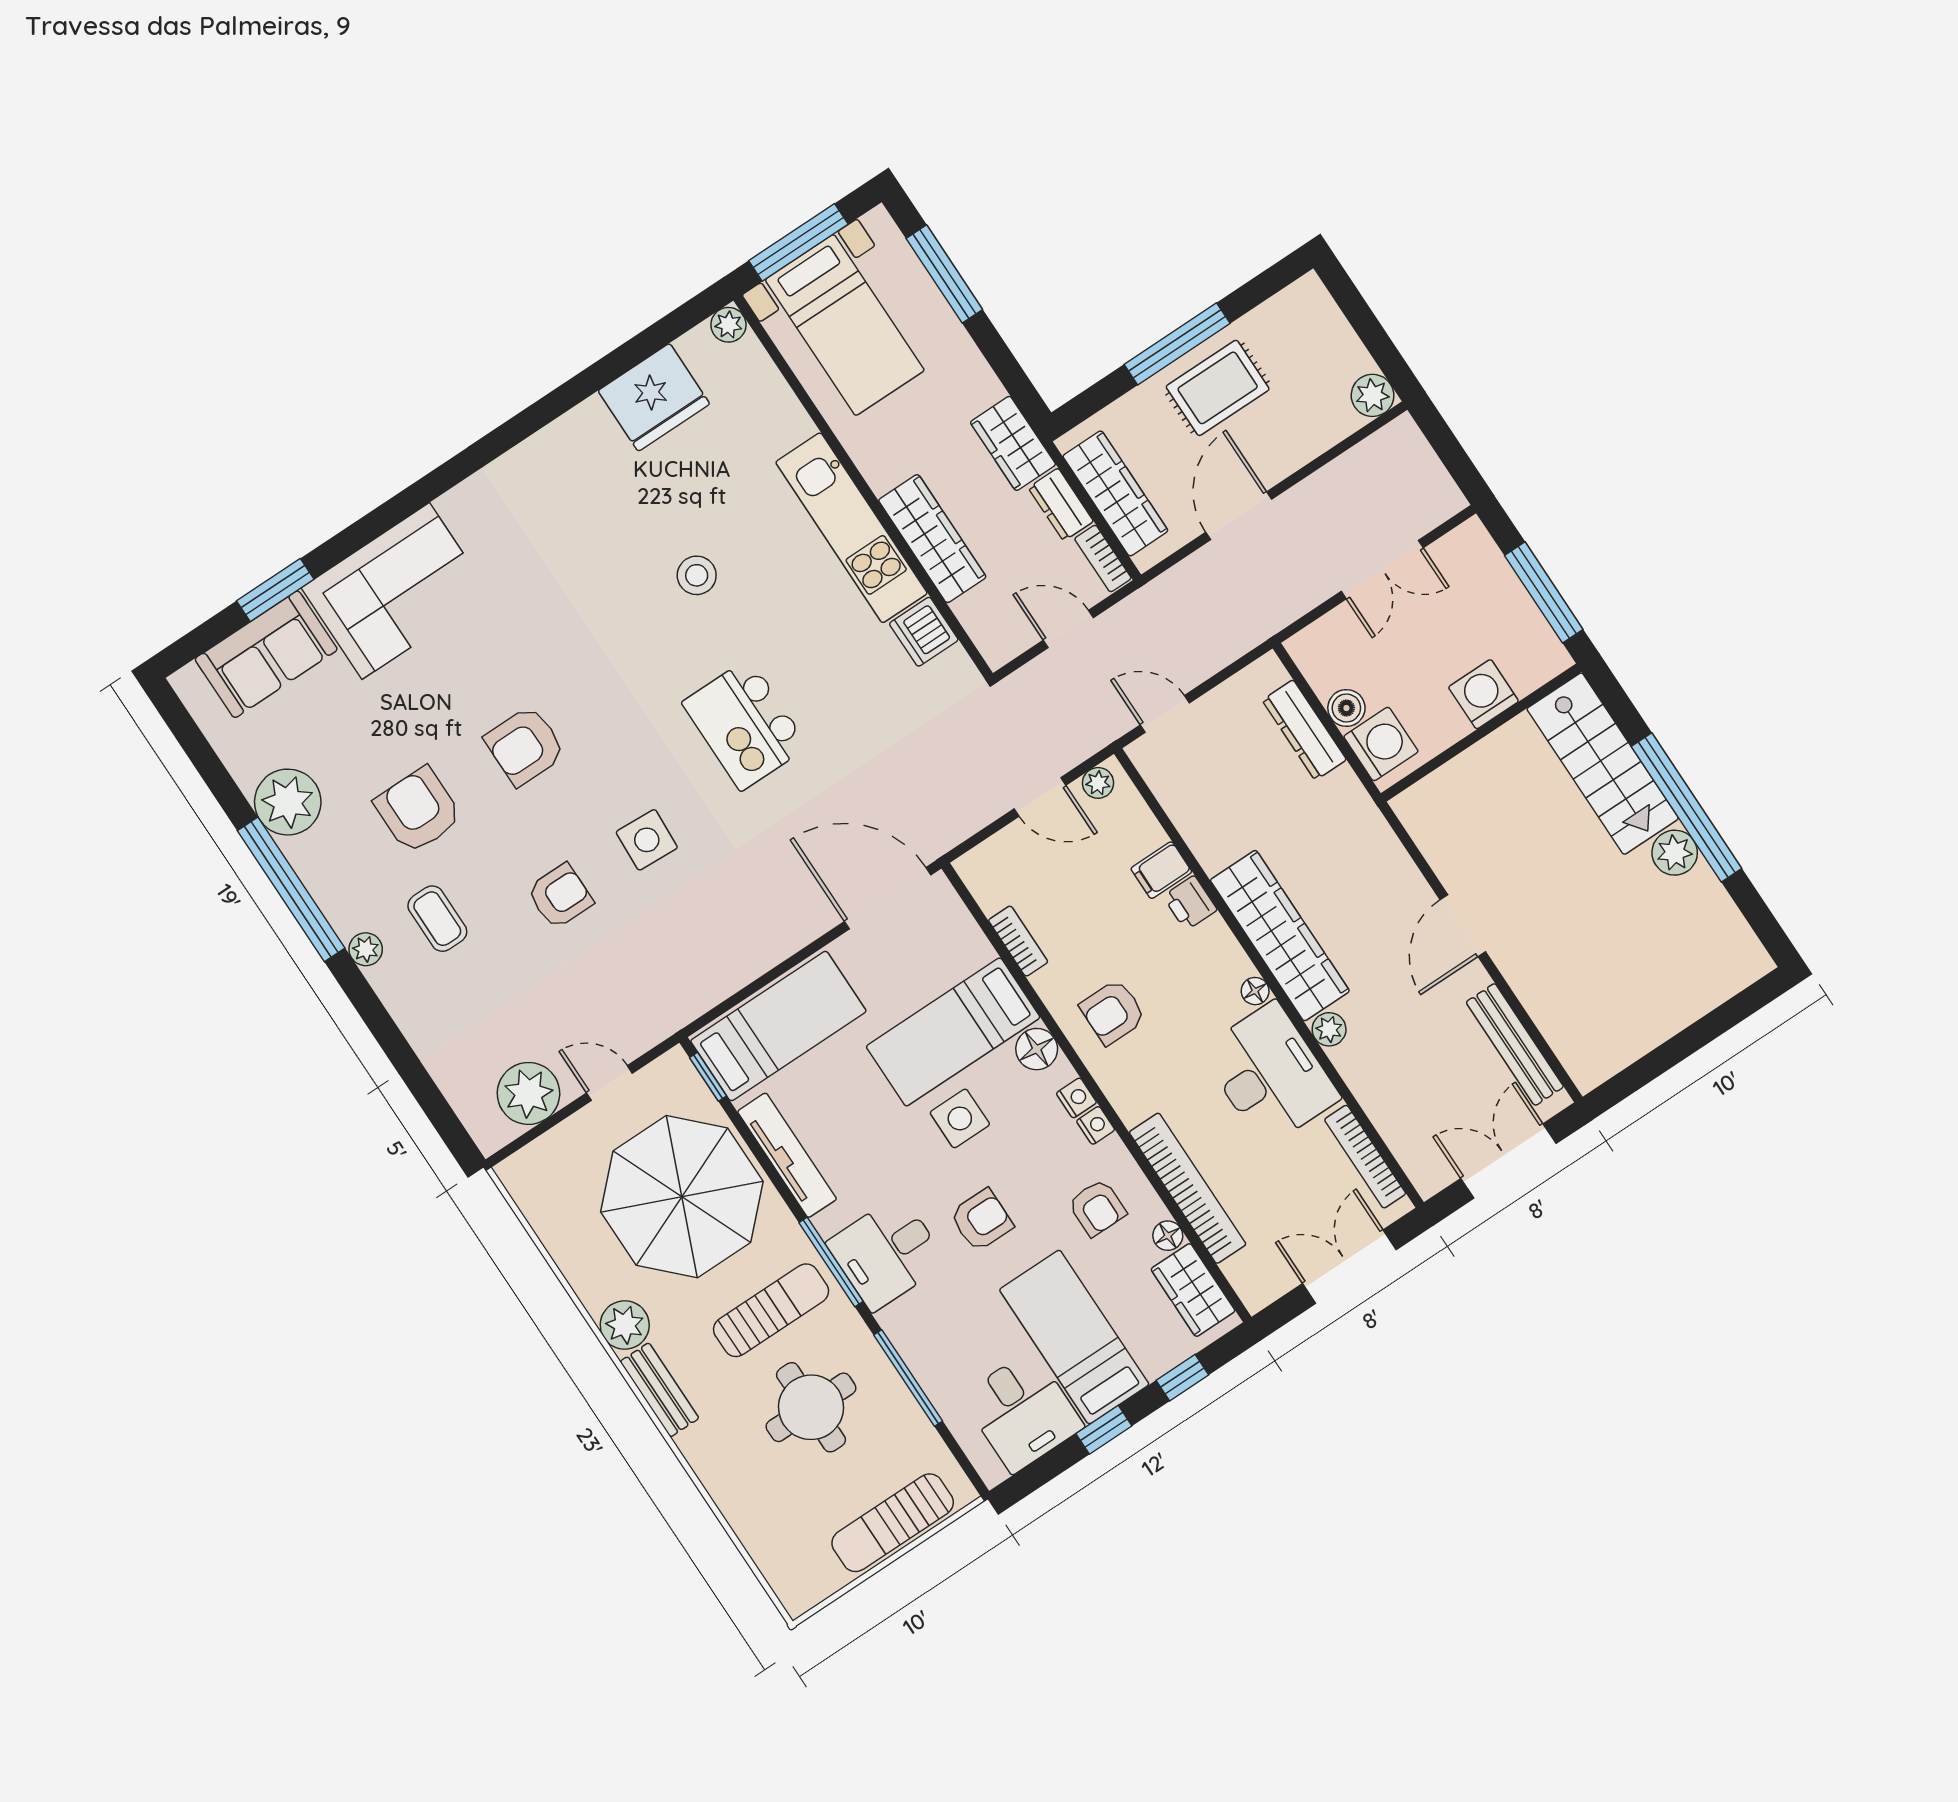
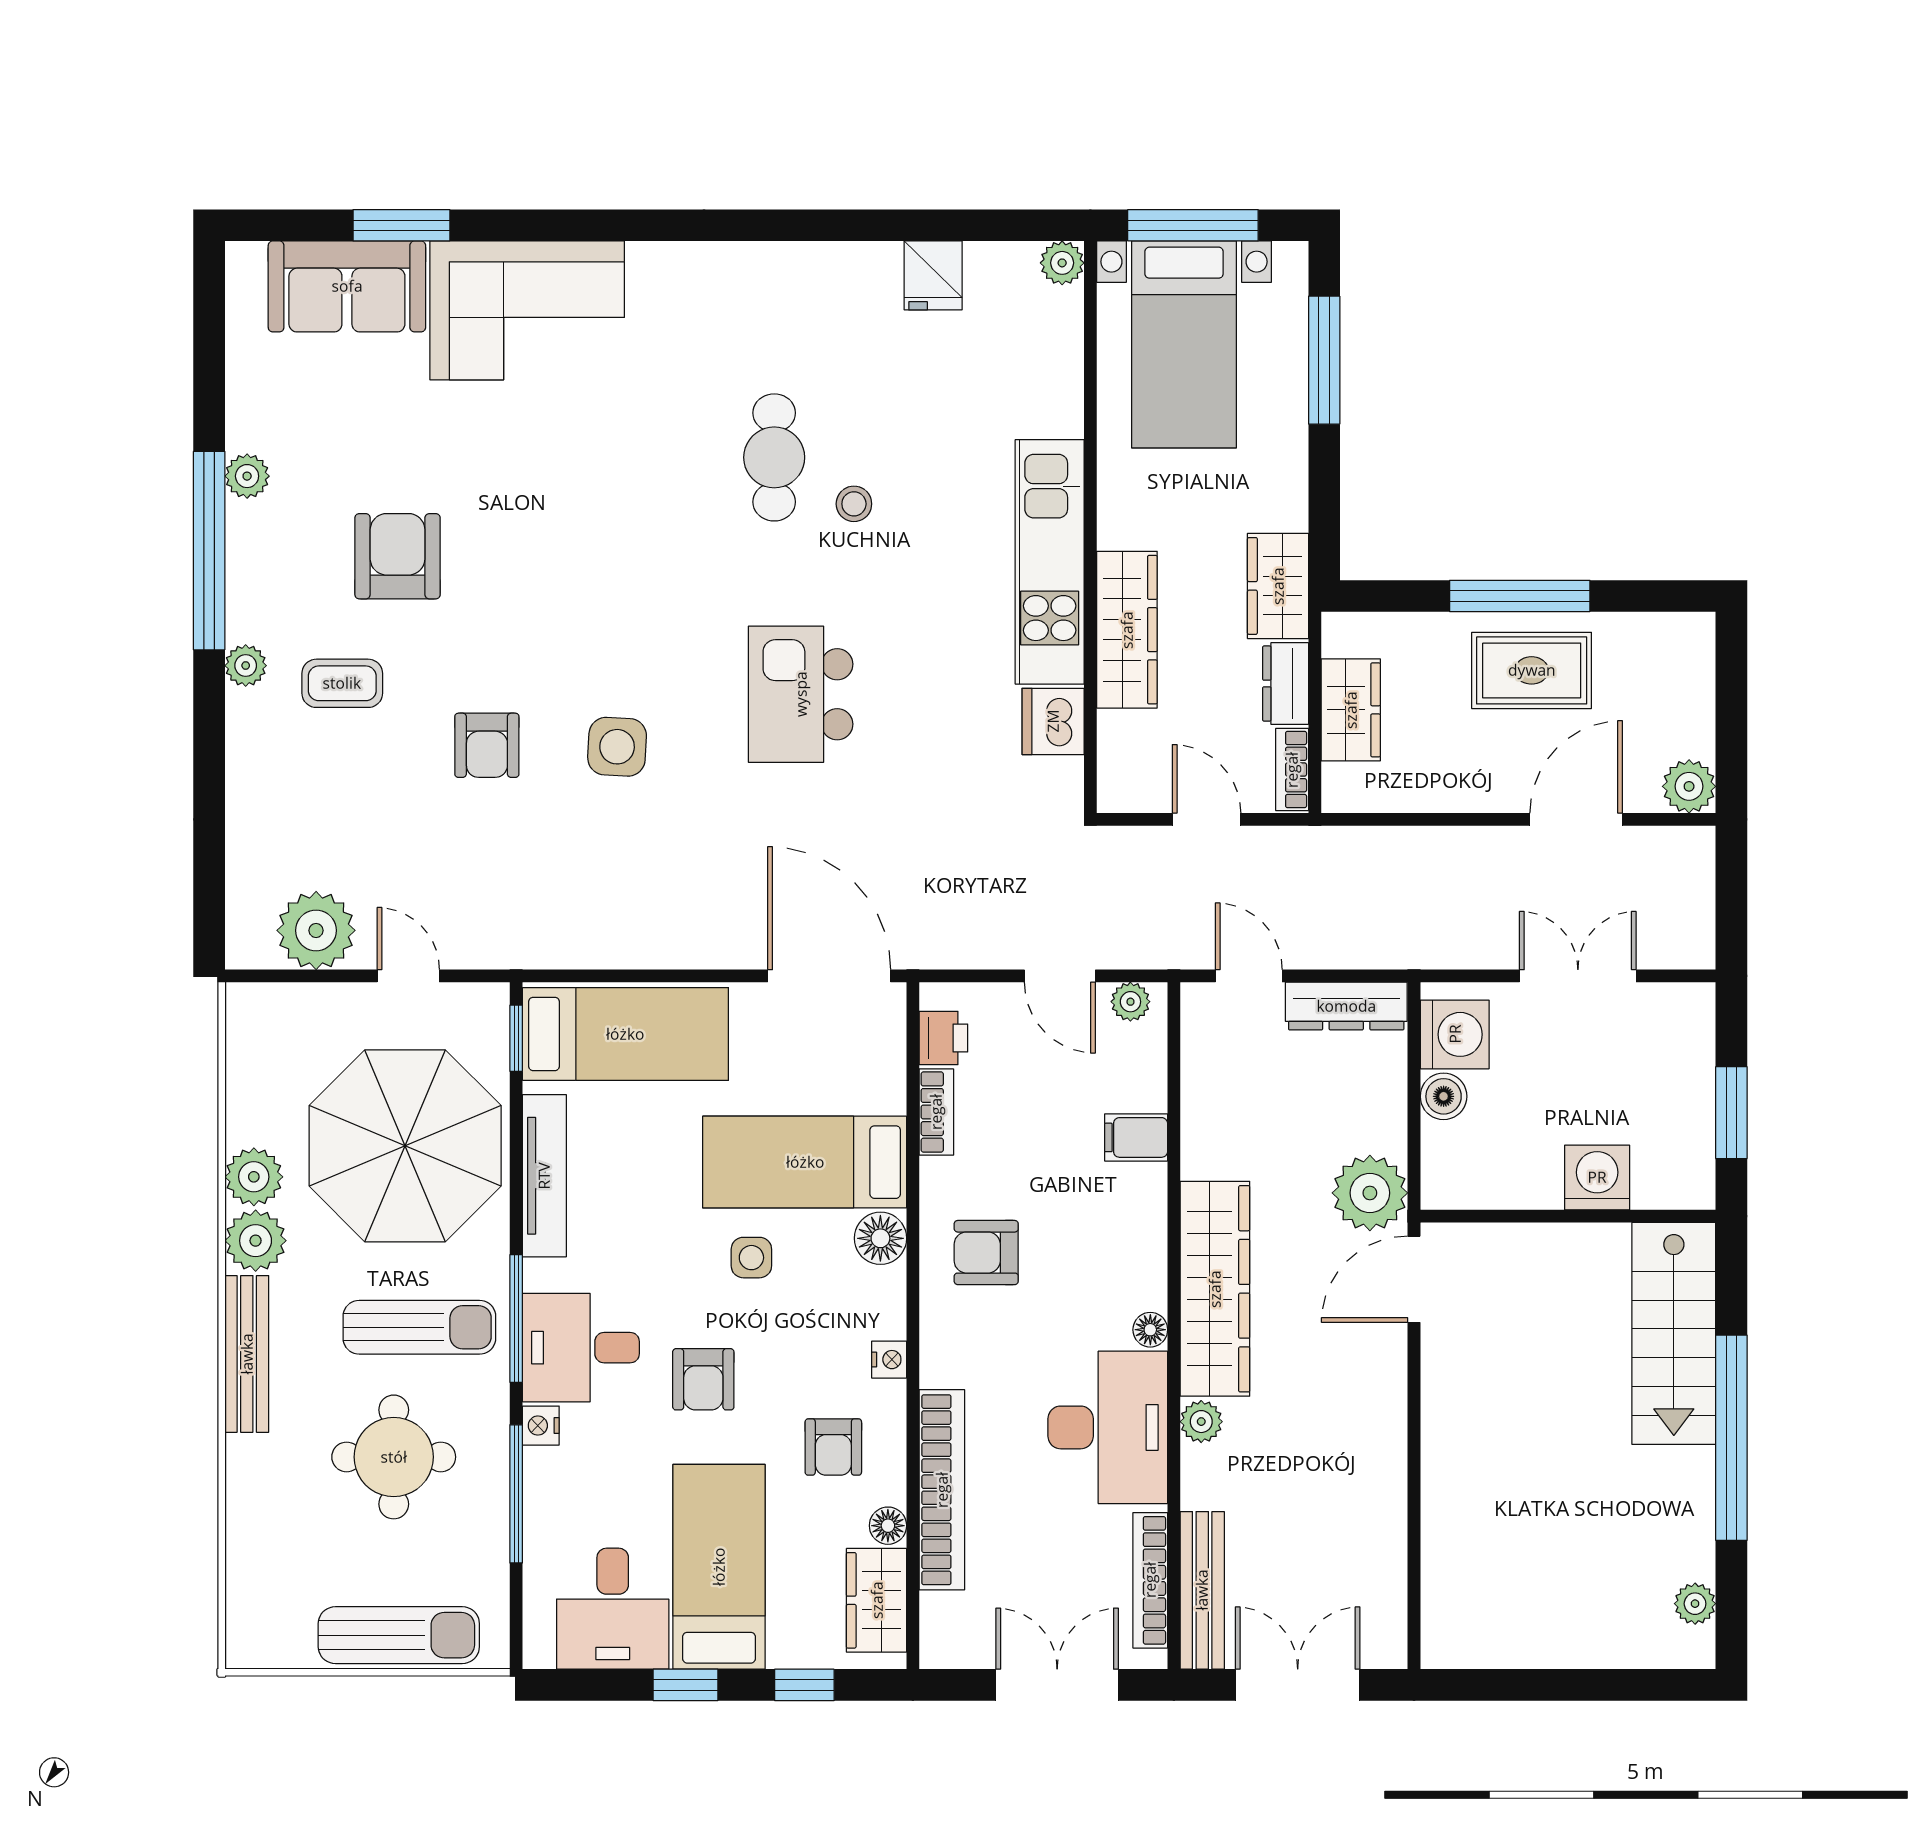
fridge: (654, 397) -> (933, 275), width x0.53, depth x0.75
wardrobe: (1115, 493) -> (1351, 710), width x0.67
door: (1239, 516) -> (1576, 819), moved
double door: (1382, 570) -> (1578, 976), swing flipped
stool: (697, 575) -> (854, 504), width x0.73, depth x0.73
cafe table: (624, 580) -> (774, 457), added
window: (1544, 592) -> (1731, 1113), width x0.69
dresser: (1304, 730) -> (1346, 1006), moved, turned -90
washing machine: (1381, 744) -> (1455, 1034), moved
armchair: (525, 746) -> (555, 563), removed
plant: (288, 802) -> (247, 476), width x0.53, depth x0.53
plant: (1340, 804) -> (1370, 1193), added
plant: (1675, 853) -> (1695, 1604), moved, width x0.73, depth x0.73
armchair: (560, 896) -> (487, 745), turned 90
printer: (1190, 903) -> (943, 1038), moved, turned 180
coffee table: (437, 919) -> (342, 683), turned 90
door: (1463, 926) -> (1414, 1279), moved
bench: (1515, 1044) -> (1202, 1590), moved
nightstand: (1076, 1098) -> (541, 1426), moved, turned 180
side table: (960, 1118) -> (751, 1258), width x0.73, depth x0.73
armchair: (982, 1220) -> (703, 1379), turned 90
plant: (596, 1284) -> (254, 1177), added
bench: (659, 1390) -> (247, 1354), width x1.36
sun lounger: (893, 1523) -> (399, 1635), turned 180

